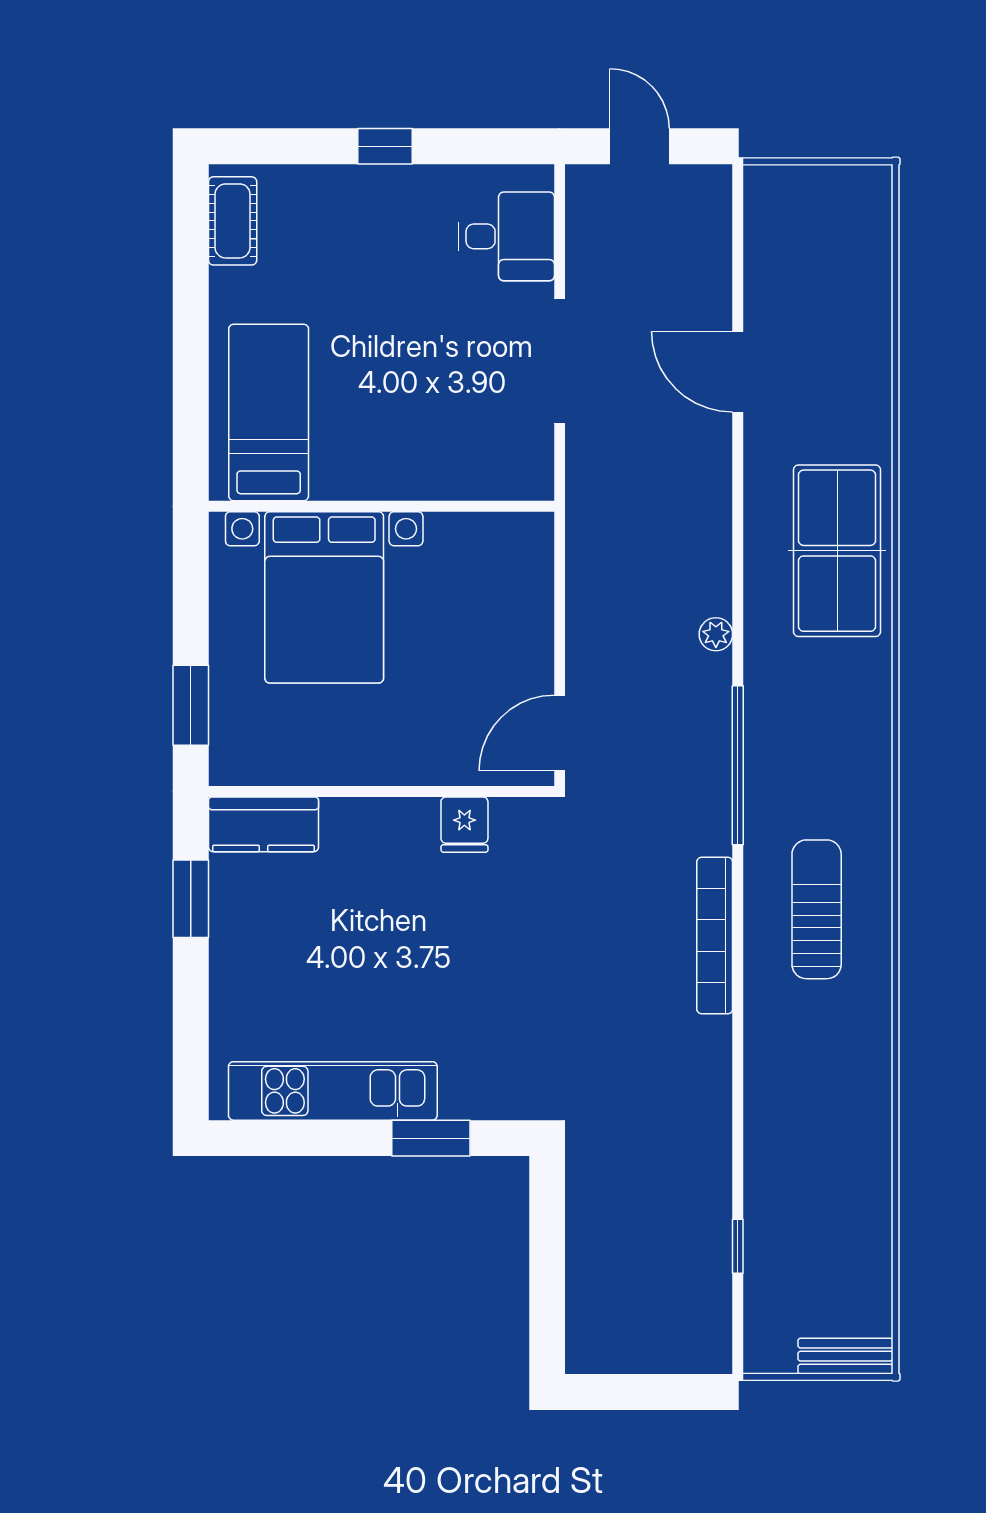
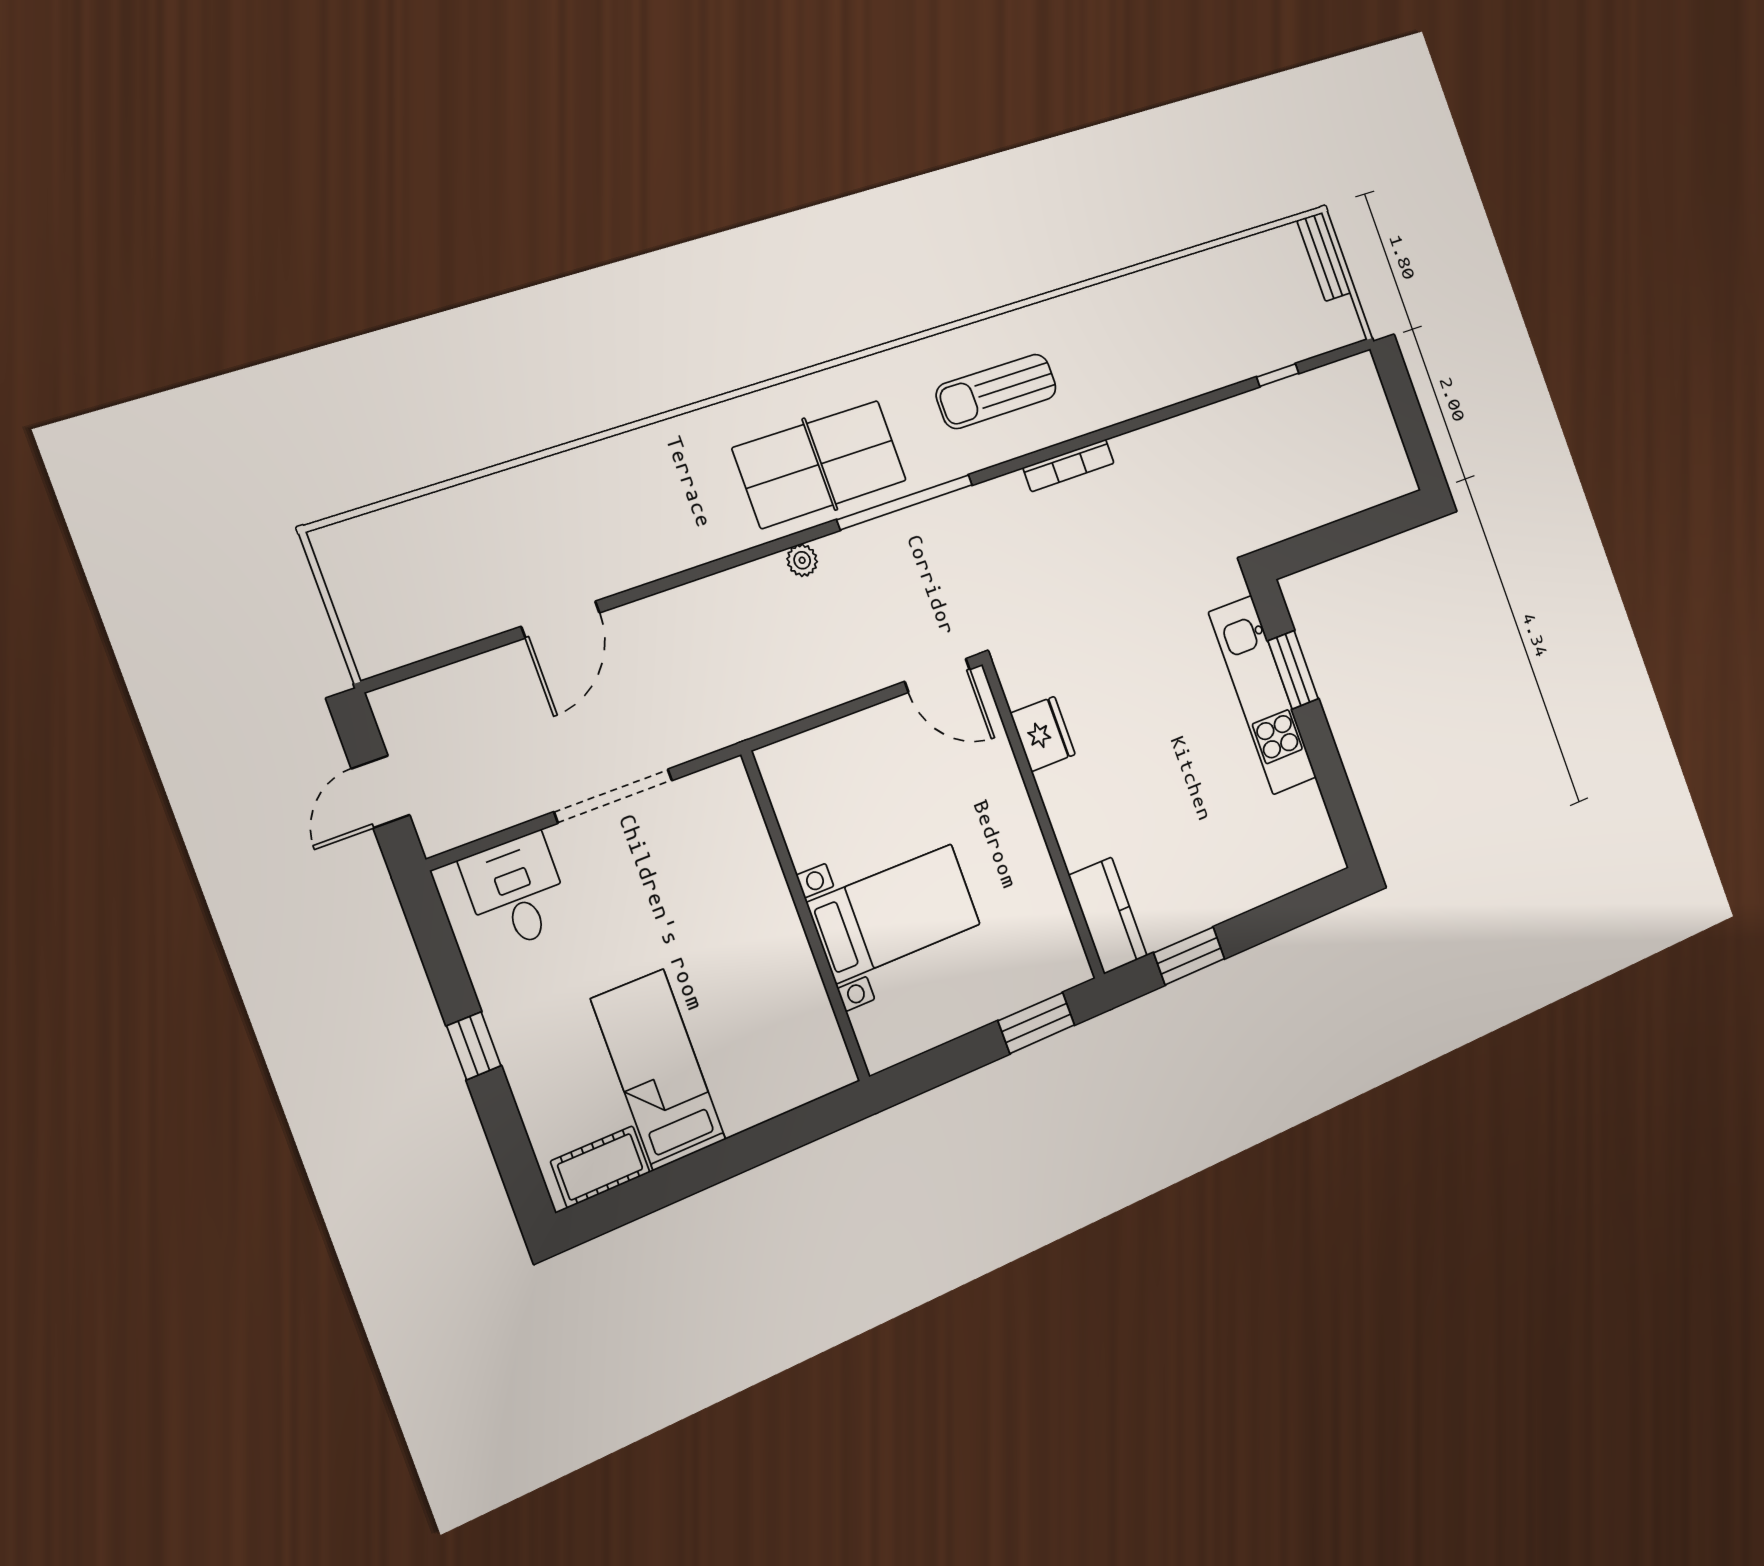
bed: (269, 412) -> (658, 1069), moved, turned 90
table tennis table: (837, 551) -> (820, 464), moved
bed with nightstands: (324, 597) -> (894, 913), width x0.73
fridge: (464, 825) -> (1043, 734), width x1.38
bookcase: (715, 936) -> (1069, 465), width x0.68, depth x0.76
kitchen unit: (333, 1091) -> (1262, 695), moved

